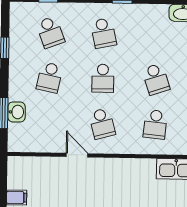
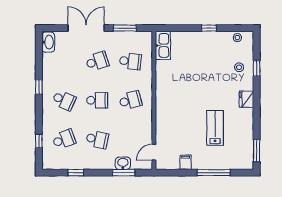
school desk: (103, 33) -> (64, 100), turned 36
door: (77, 155) -> (154, 152), moved

